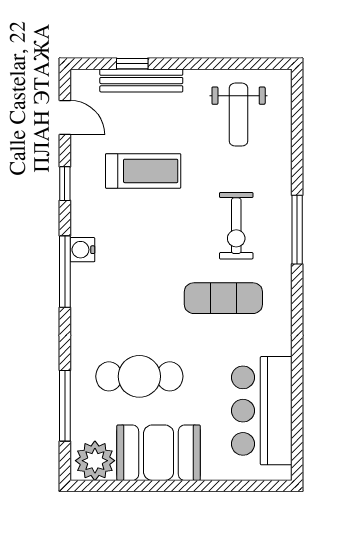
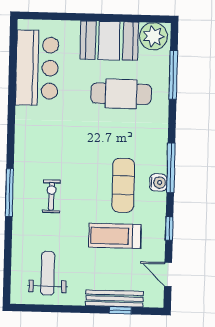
exercise bike: (236, 226) -> (51, 196), width x0.73, depth x0.72
exercise mat: (223, 298) -> (123, 185), moved, turned 90

